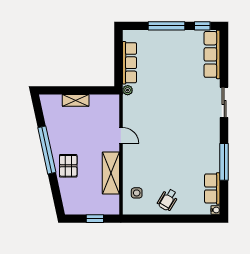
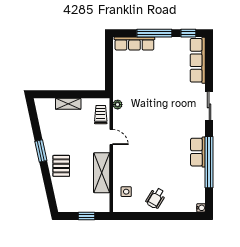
row of seats: (129, 63) -> (134, 44), moved, turned 90
plant: (128, 90) -> (118, 105), moved
trolley: (110, 112) -> (101, 115), added
window: (47, 150) -> (41, 151), width x0.47
window: (224, 162) -> (209, 162), width x1.46
row of seats: (212, 188) -> (198, 152), moved

